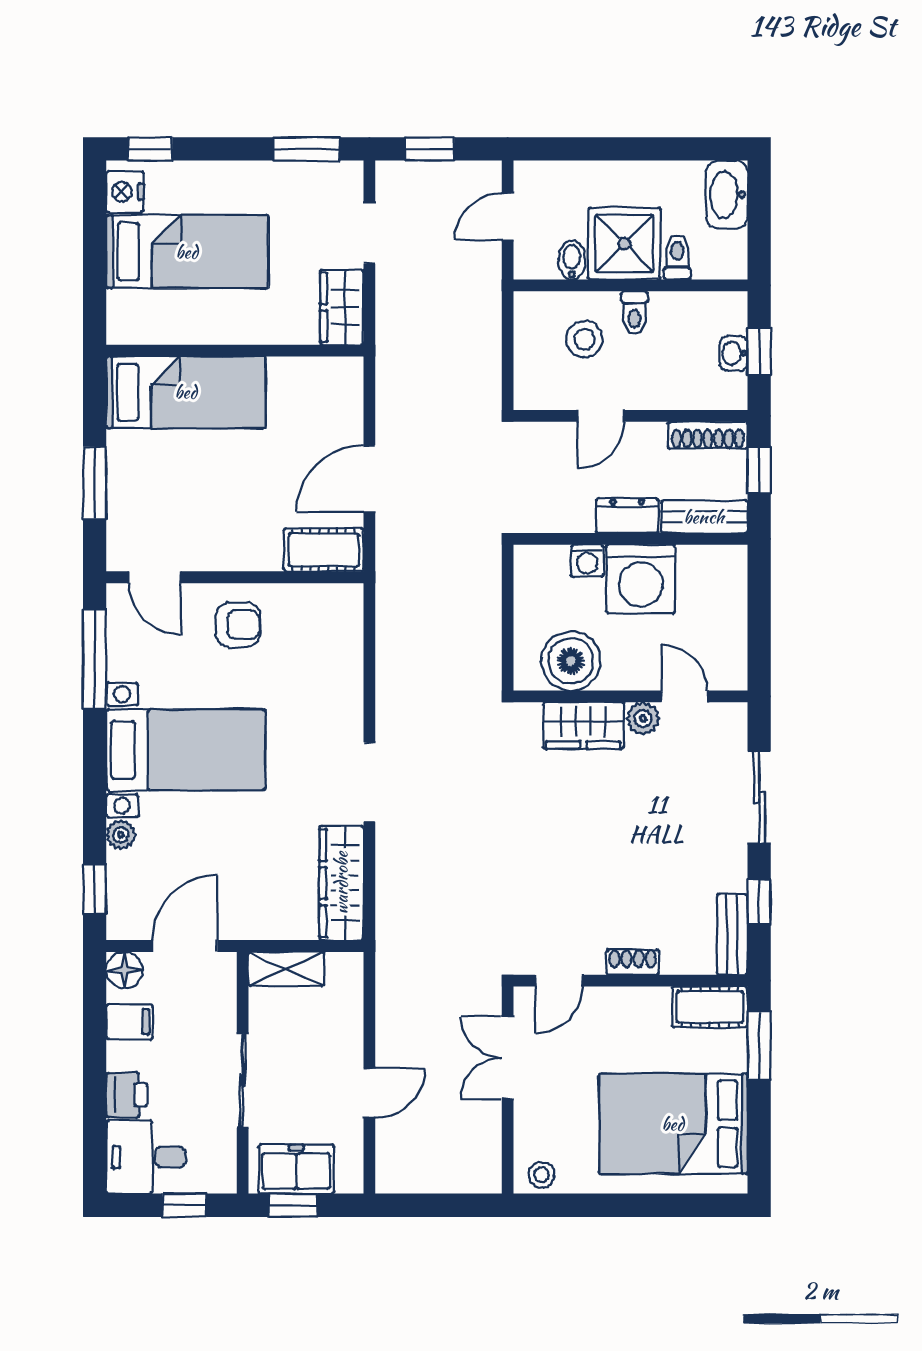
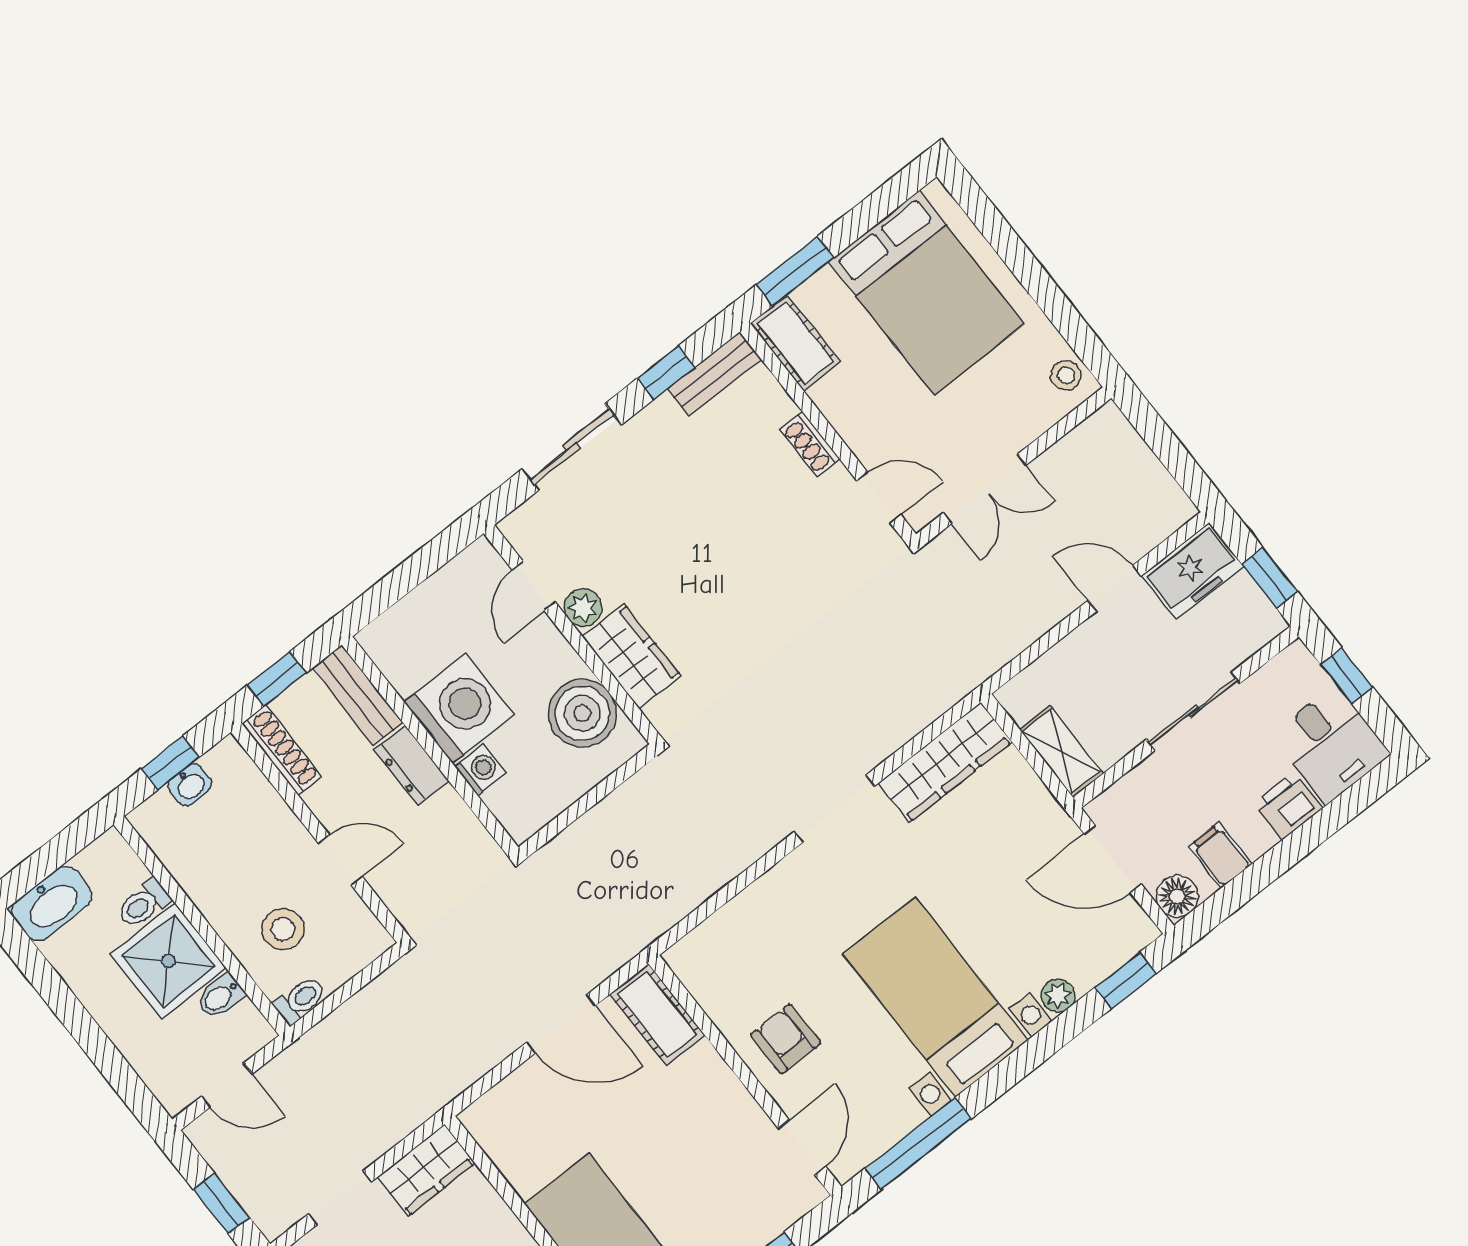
toilet: (634, 313) -> (300, 1000), moved
freezer: (296, 1169) -> (1193, 571), moved, turned -90

